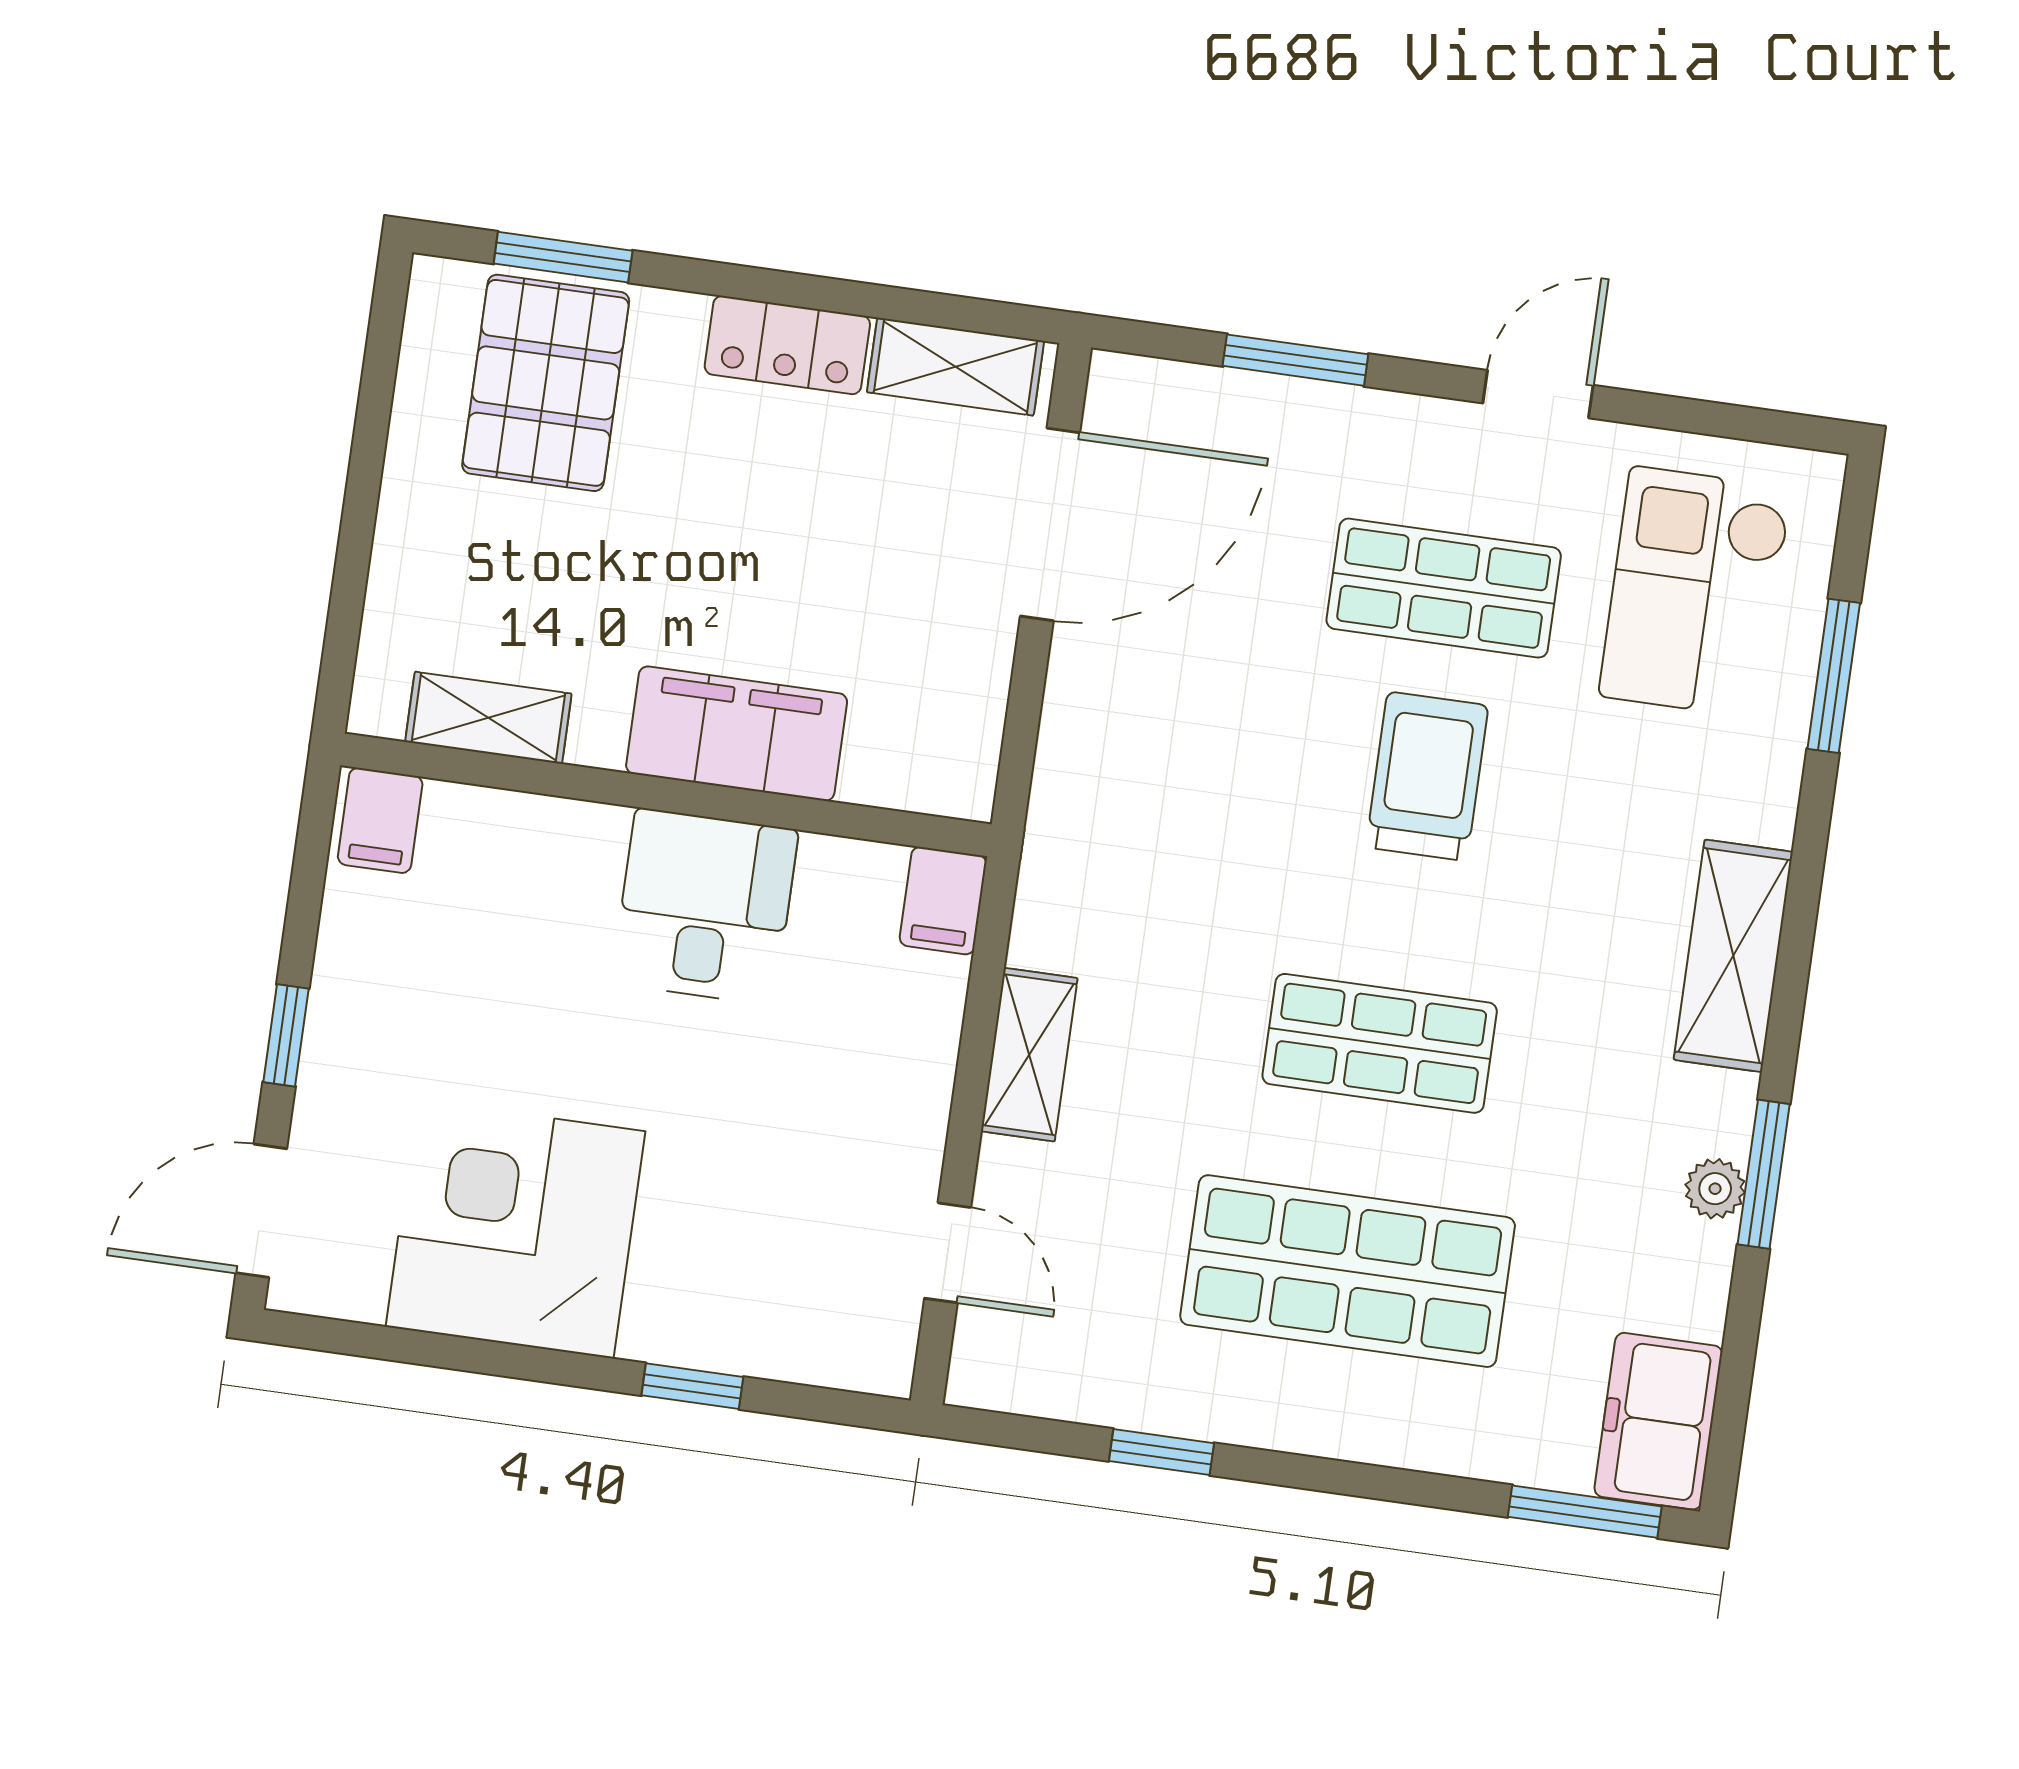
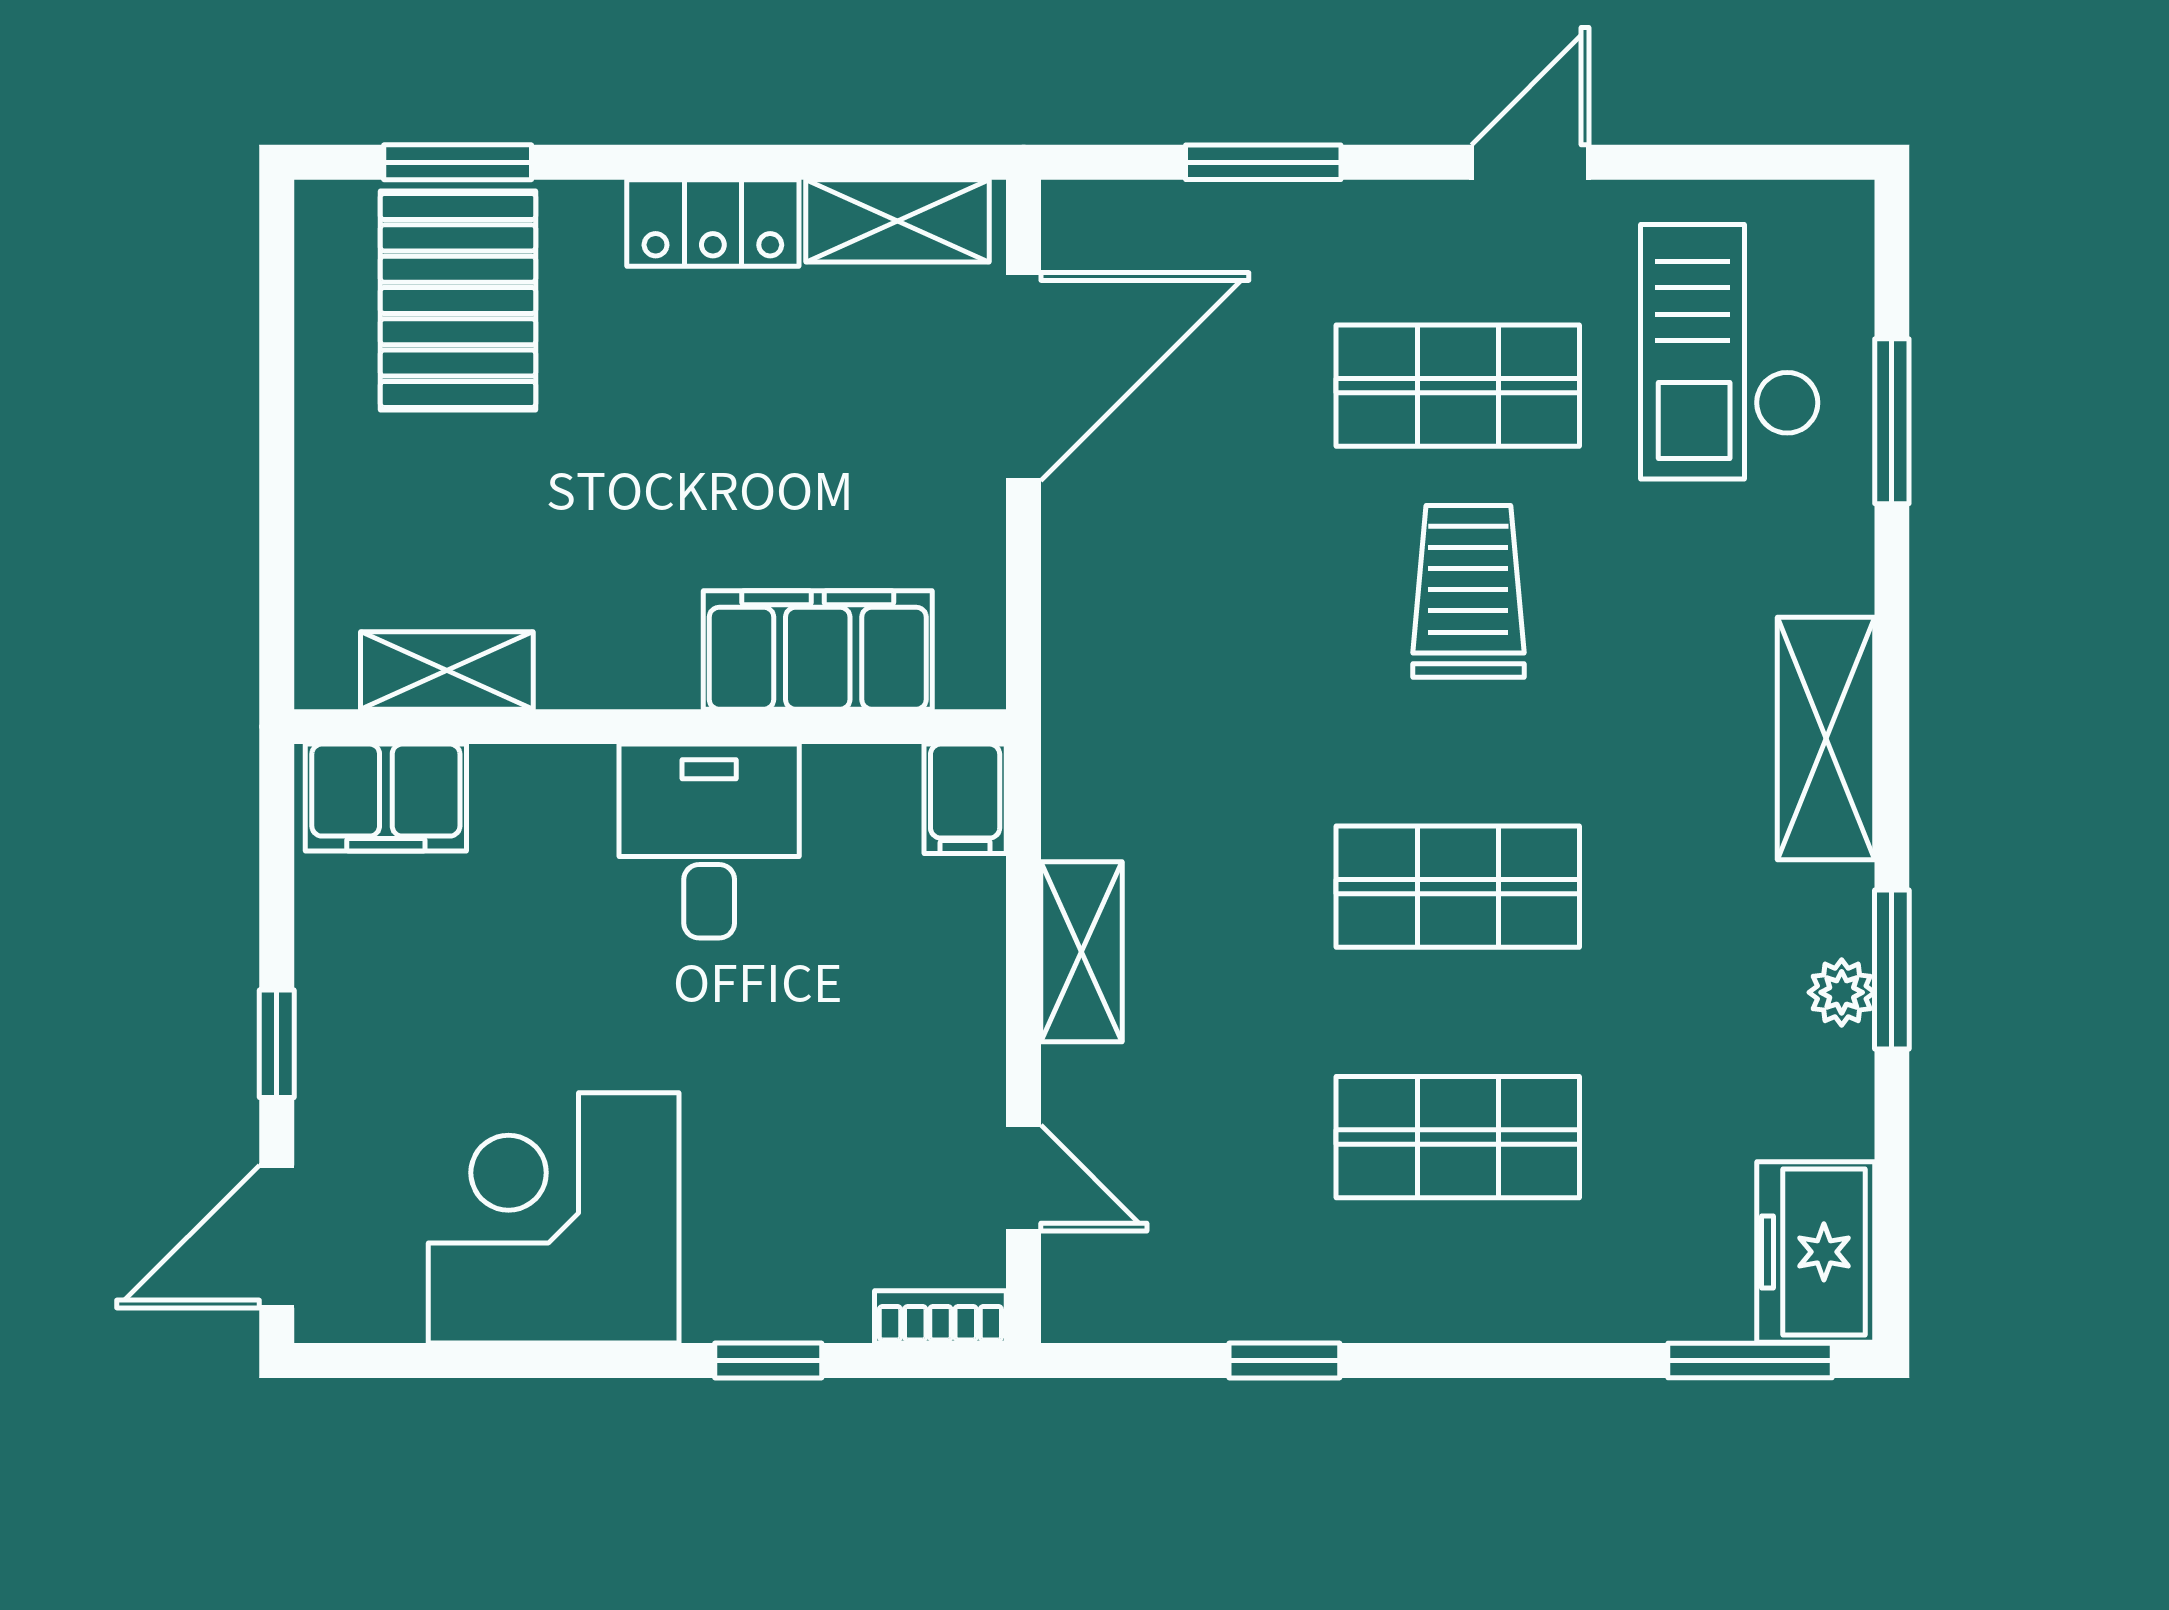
filing cabinet: (737, 734) -> (818, 650), moved
filing cabinet: (380, 820) -> (386, 798), width x2.00
shop shelf: (1348, 1271) -> (1458, 1137), width x0.70, depth x0.74
bookcase: (854, 1368) -> (940, 1317), added

